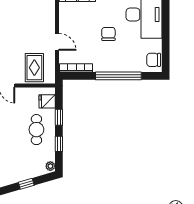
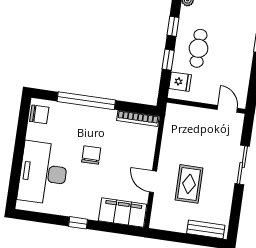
chair: (108, 34) -> (91, 155), turned 180
door: (57, 42) -> (153, 182), moved
rug: (34, 68) -> (189, 184), moved

